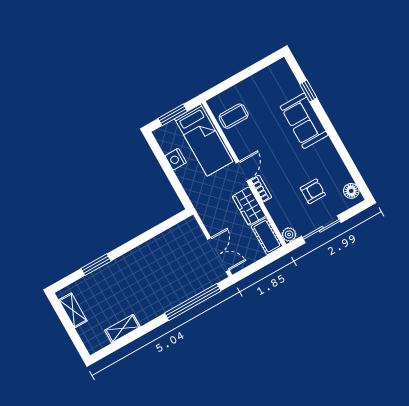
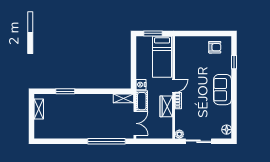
coffee table: (234, 116) -> (186, 53), removed
sofa: (304, 121) -> (223, 90), moved
nightstand: (176, 159) -> (141, 85), moved
armchair: (313, 191) -> (215, 47), moved
cot: (267, 236) -> (142, 101), moved
shelving: (122, 329) -> (123, 98), moved

